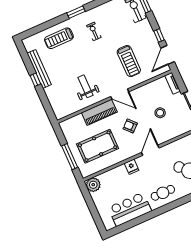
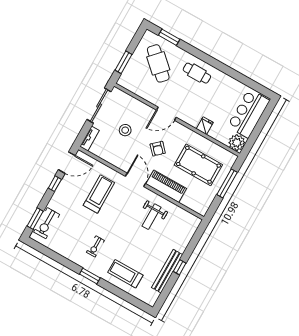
treadmill: (59, 38) -> (125, 274), turned 180
fridge: (132, 167) -> (205, 126), moved
bar counter: (130, 209) -> (249, 113), moved, turned 90

